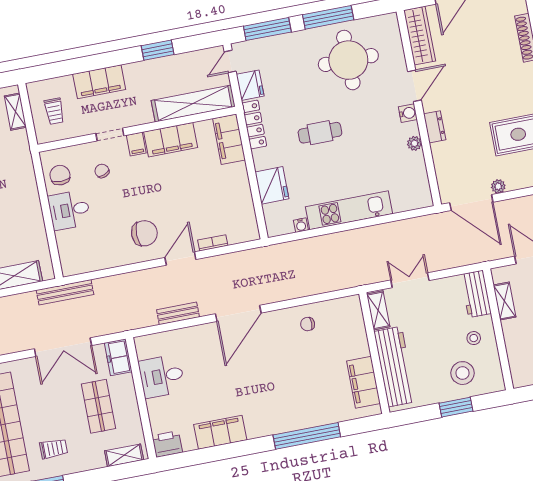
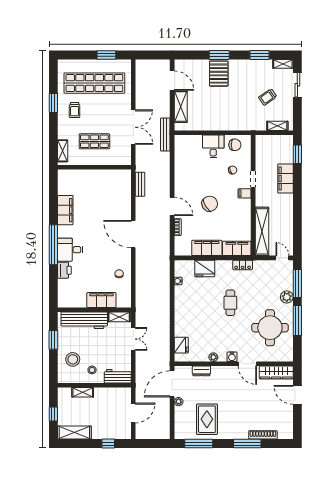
plant: (293, 42) -> (287, 297), added
window: (158, 50) -> (297, 154), moved
fridge: (250, 85) -> (181, 345), moved, turned -90
trolley: (54, 111) -> (273, 149), removed
locker: (254, 125) -> (243, 265), width x0.66
dresser: (435, 127) -> (201, 371), moved
filing cabinet: (171, 140) -> (207, 248), moved, turned 90
kitchen unit: (349, 210) -> (181, 311), removed
chair: (144, 233) -> (210, 204), moved, turned -122
shelving: (505, 301) -> (83, 392), moved
bench: (178, 313) -> (140, 184), moved
double door: (63, 347) -> (133, 127), swing flipped
freezer: (118, 357) -> (121, 158), removed
desk: (162, 376) -> (70, 250), moved, turned -90
filing cabinet: (363, 382) -> (101, 300), moved
window: (456, 407) -> (53, 340), moved
window: (307, 436) -> (53, 245), moved
printer: (167, 444) -> (64, 270), moved

